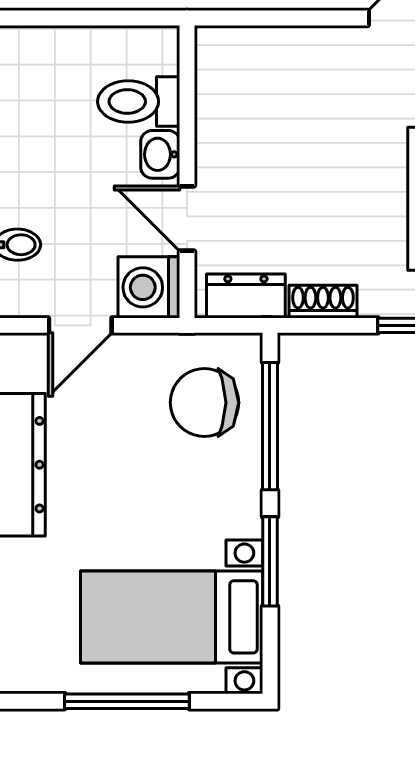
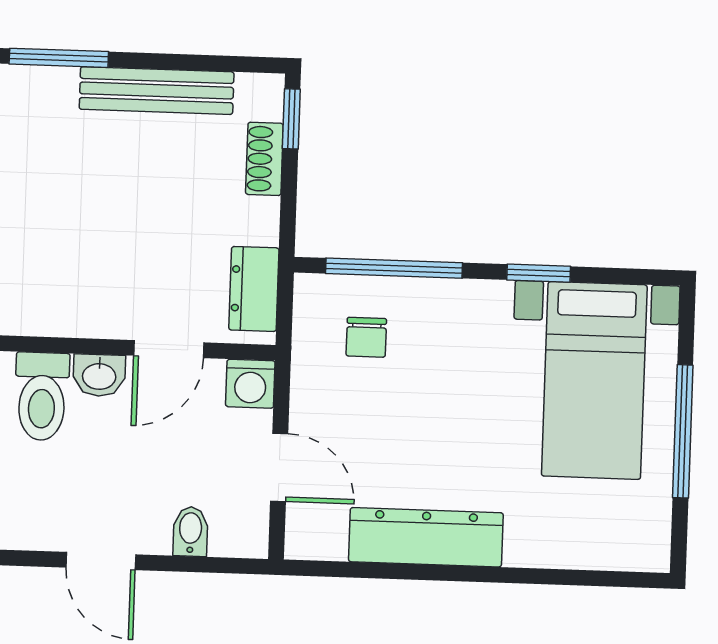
washing machine: (149, 287) -> (250, 384), width x0.73, depth x0.73
shoe rack: (323, 302) -> (264, 159), moved
chair: (204, 403) -> (366, 337), width x0.54, depth x0.54
window: (270, 561) -> (539, 273), width x0.67

